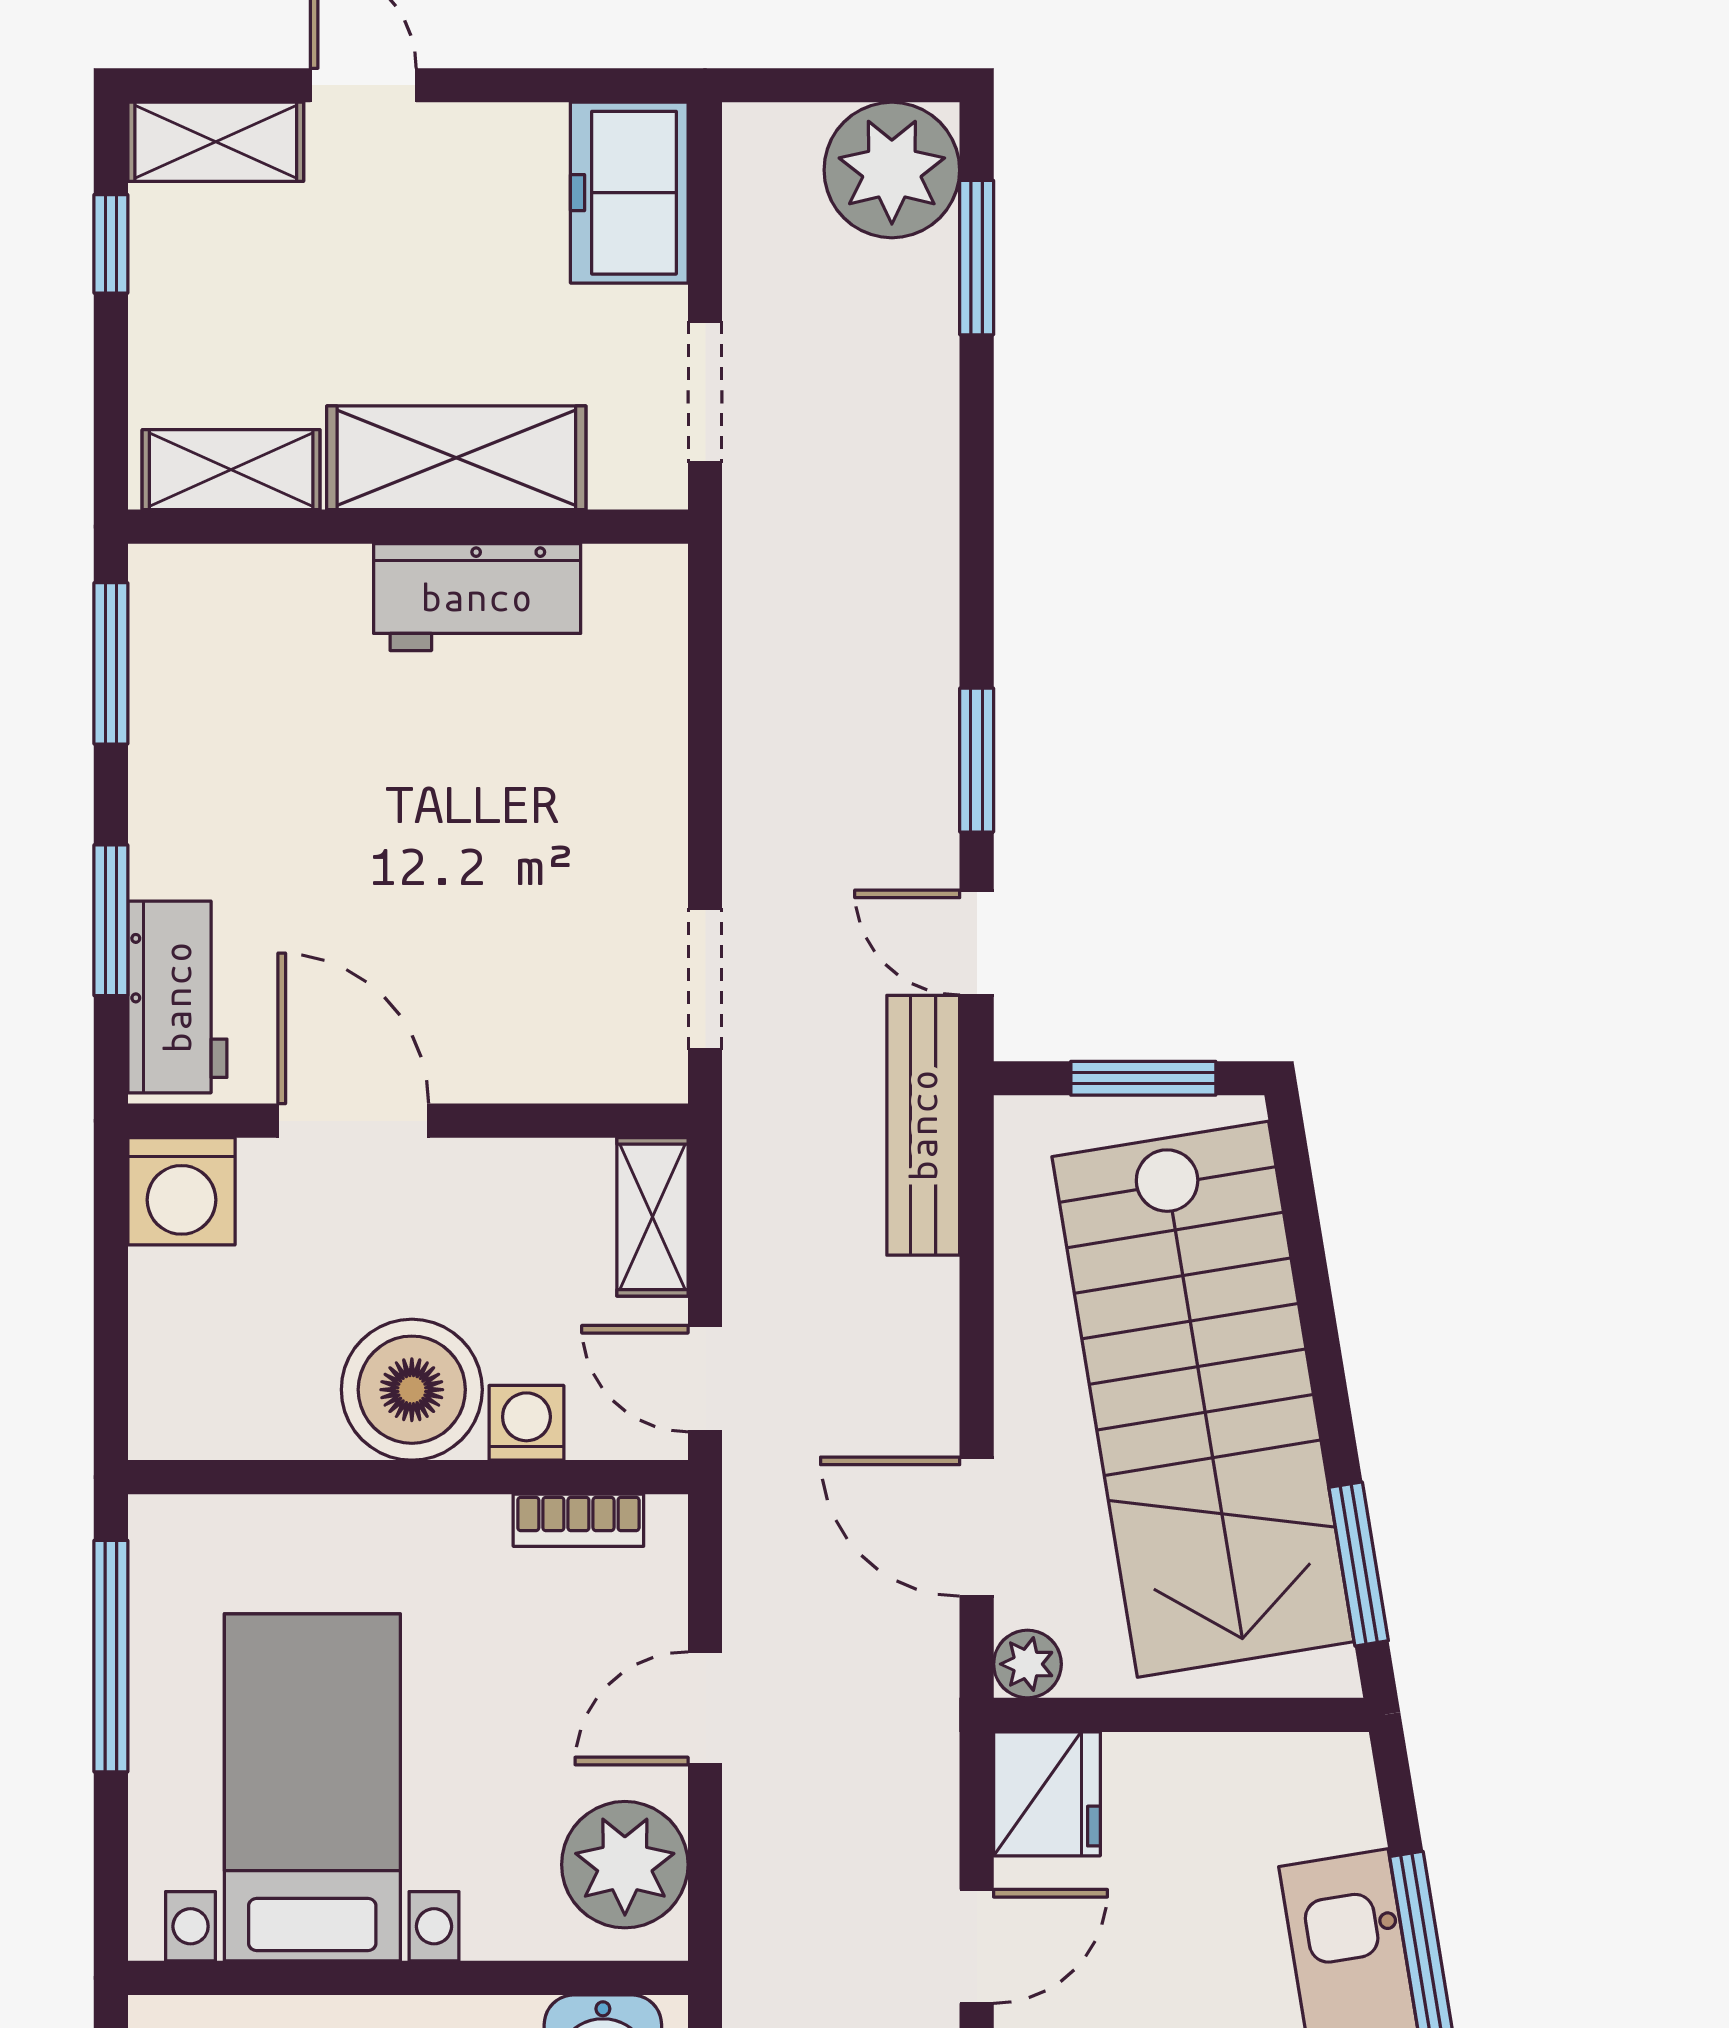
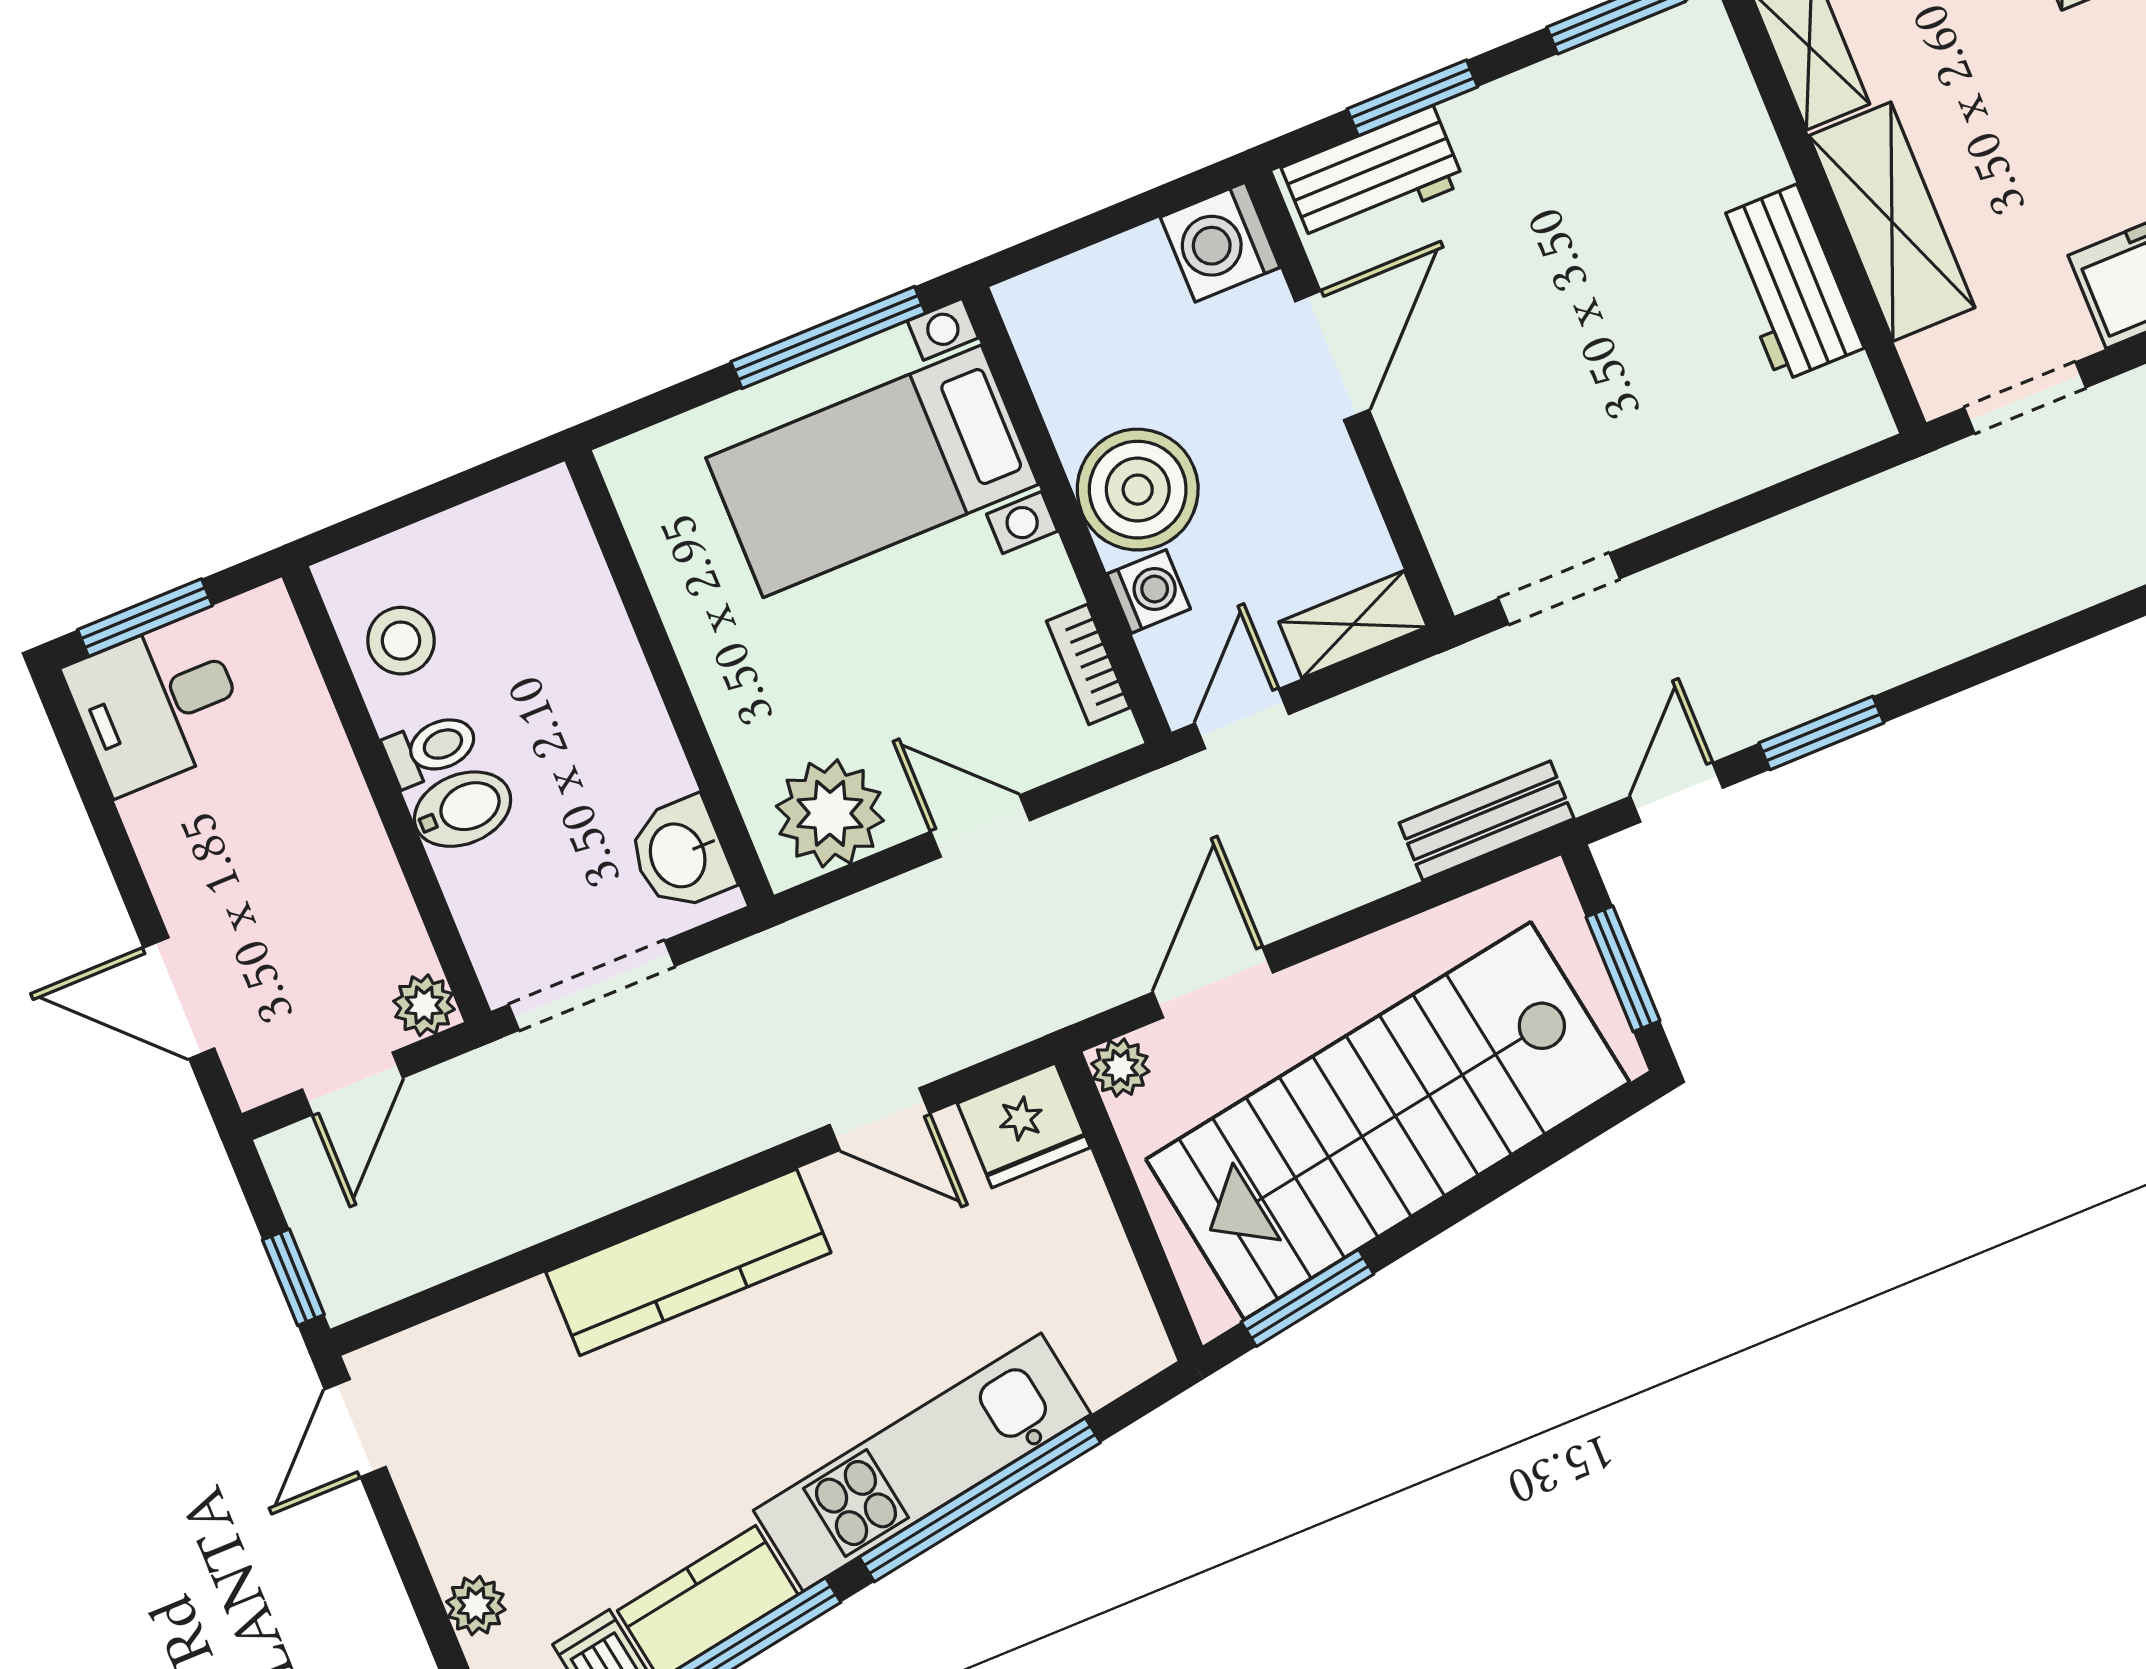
bench: (923, 1125) -> (1487, 821), width x0.73
bed with nightstands: (312, 1787) -> (872, 471), moved, turned 180

